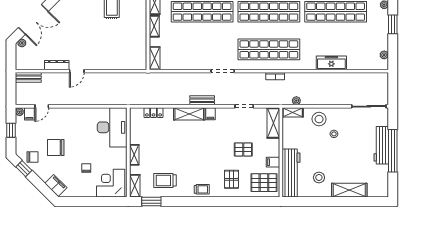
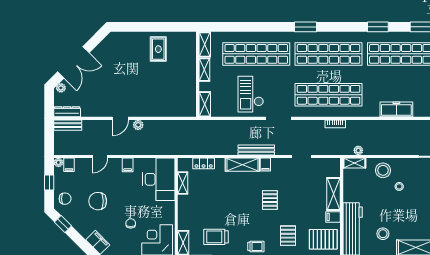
checkout: (197, 49) -> (251, 94), added
dresser: (57, 65) -> (67, 112), moved
plant: (93, 77) -> (138, 125), added
bench: (202, 100) -> (256, 150), width x1.36
door: (42, 106) -> (100, 156), moved
filing cabinet: (83, 114) -> (128, 165), added
shelving: (273, 123) -> (334, 194), moved
pallet: (243, 149) -> (270, 200), moved, turned 90
shelving: (134, 155) -> (183, 183), moved
chair: (33, 157) -> (65, 199), moved

